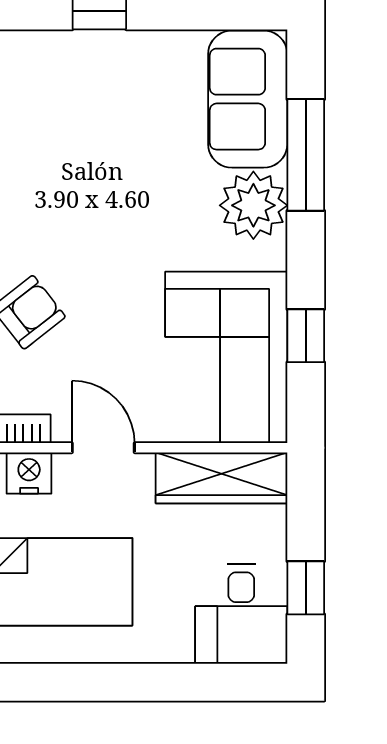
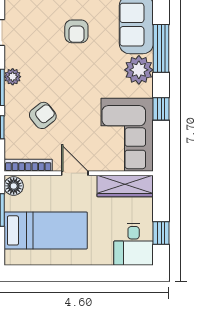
armchair: (107, 115) -> (76, 31), added
window: (306, 336) -> (161, 109), moved
nightstand: (29, 473) -> (43, 184), removed

